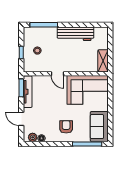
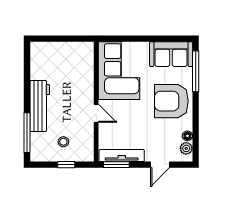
workbench: (76, 34) -> (40, 106), moved
shelving: (103, 61) -> (78, 49), removed
door: (58, 74) -> (96, 113), hinge flipped
armchair: (66, 127) -> (171, 101), width x1.88, depth x1.88

